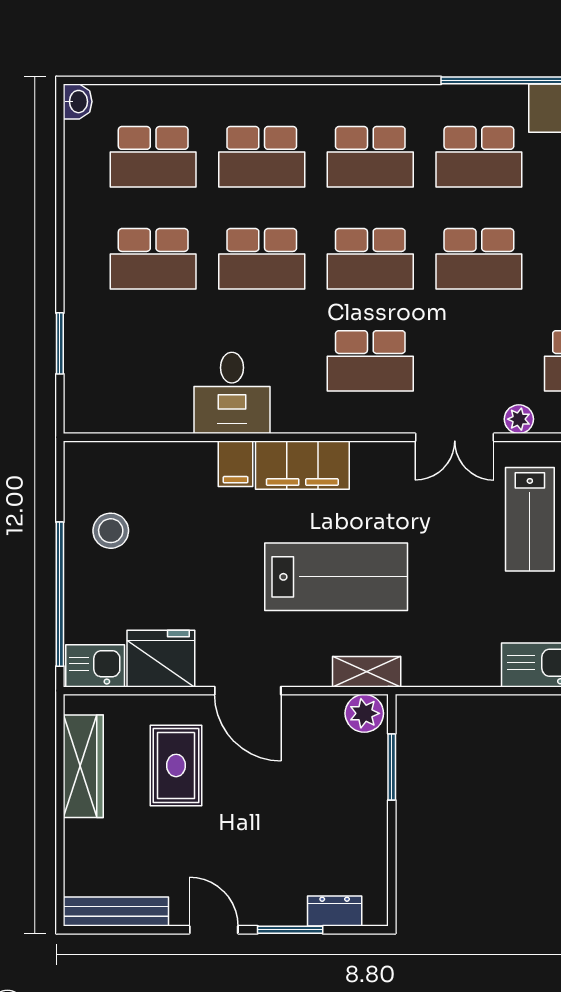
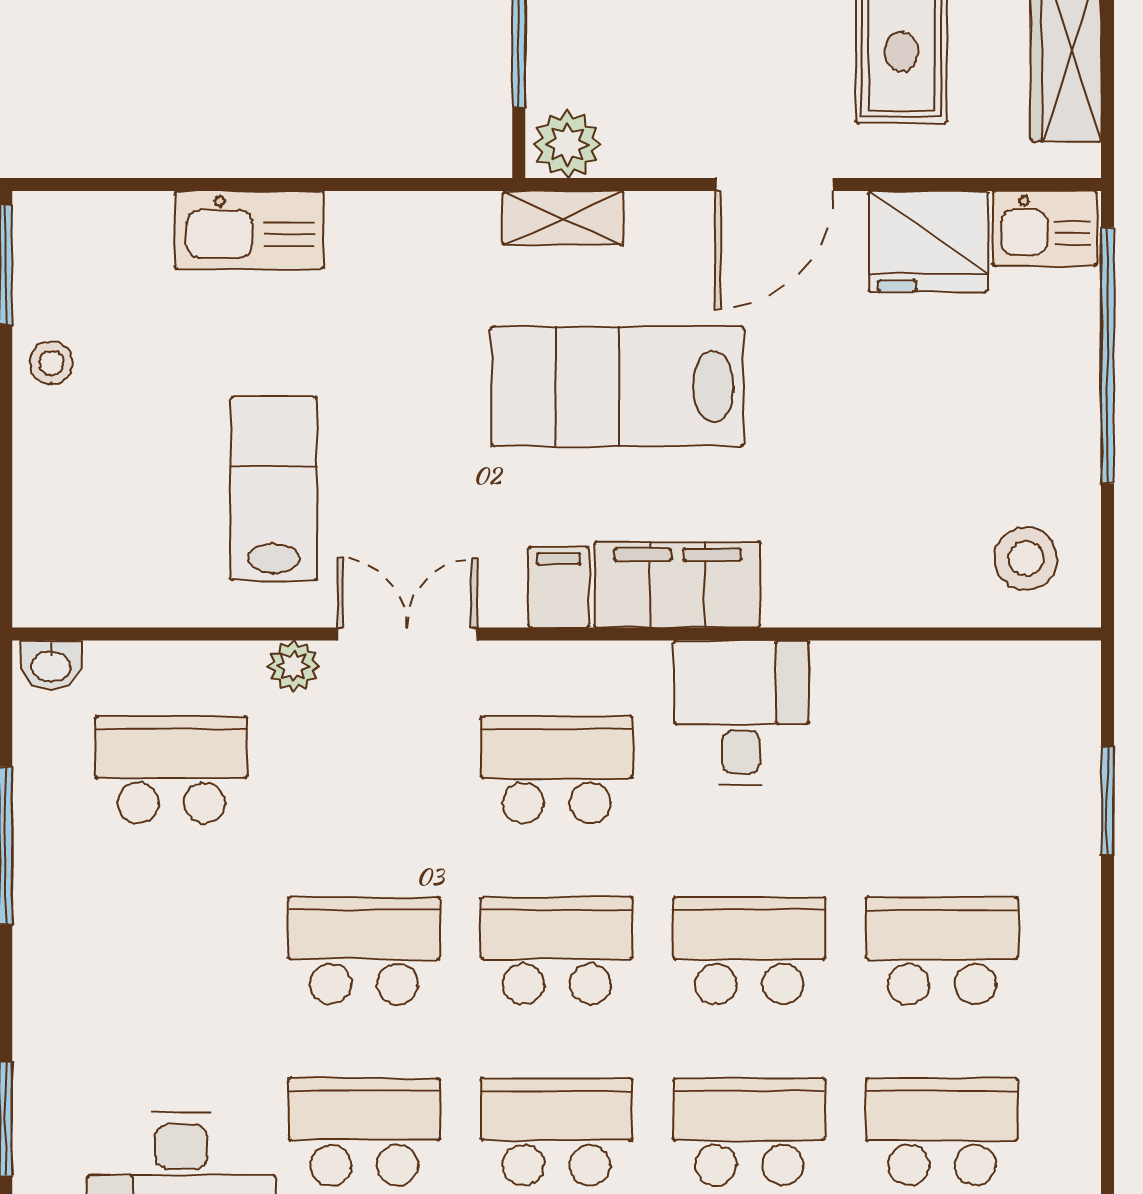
desk: (232, 393) -> (741, 713), moved
filing cabinet: (236, 464) -> (559, 587), moved
stool: (111, 531) -> (1026, 558), moved
door: (248, 691) -> (774, 185), swing flipped

